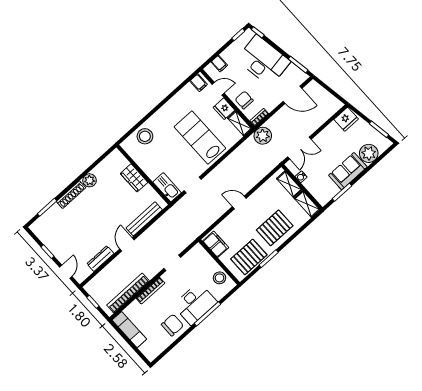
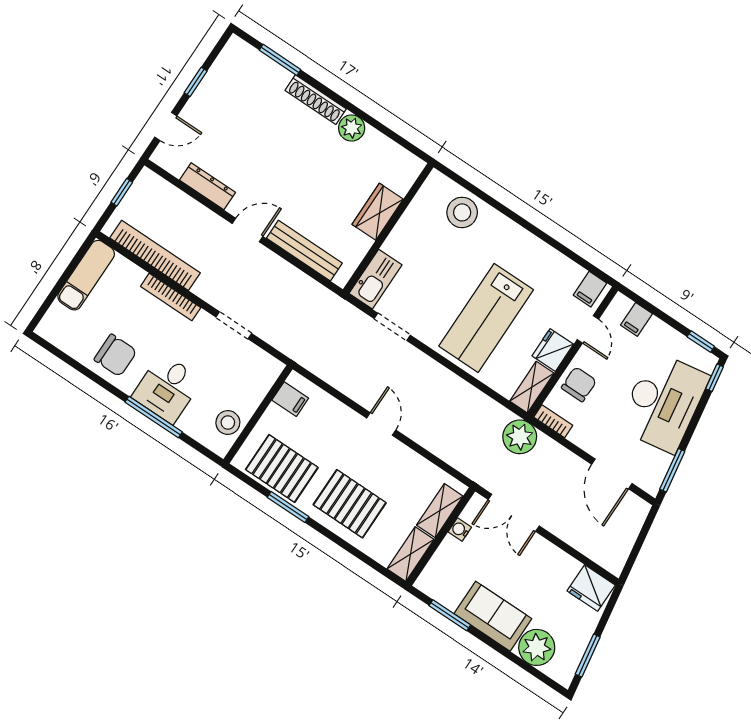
lab bench: (200, 138) -> (486, 318), turned 180
filing cabinet: (216, 244) -> (290, 399), width x0.50
desk: (195, 304) -> (167, 388), width x0.73

